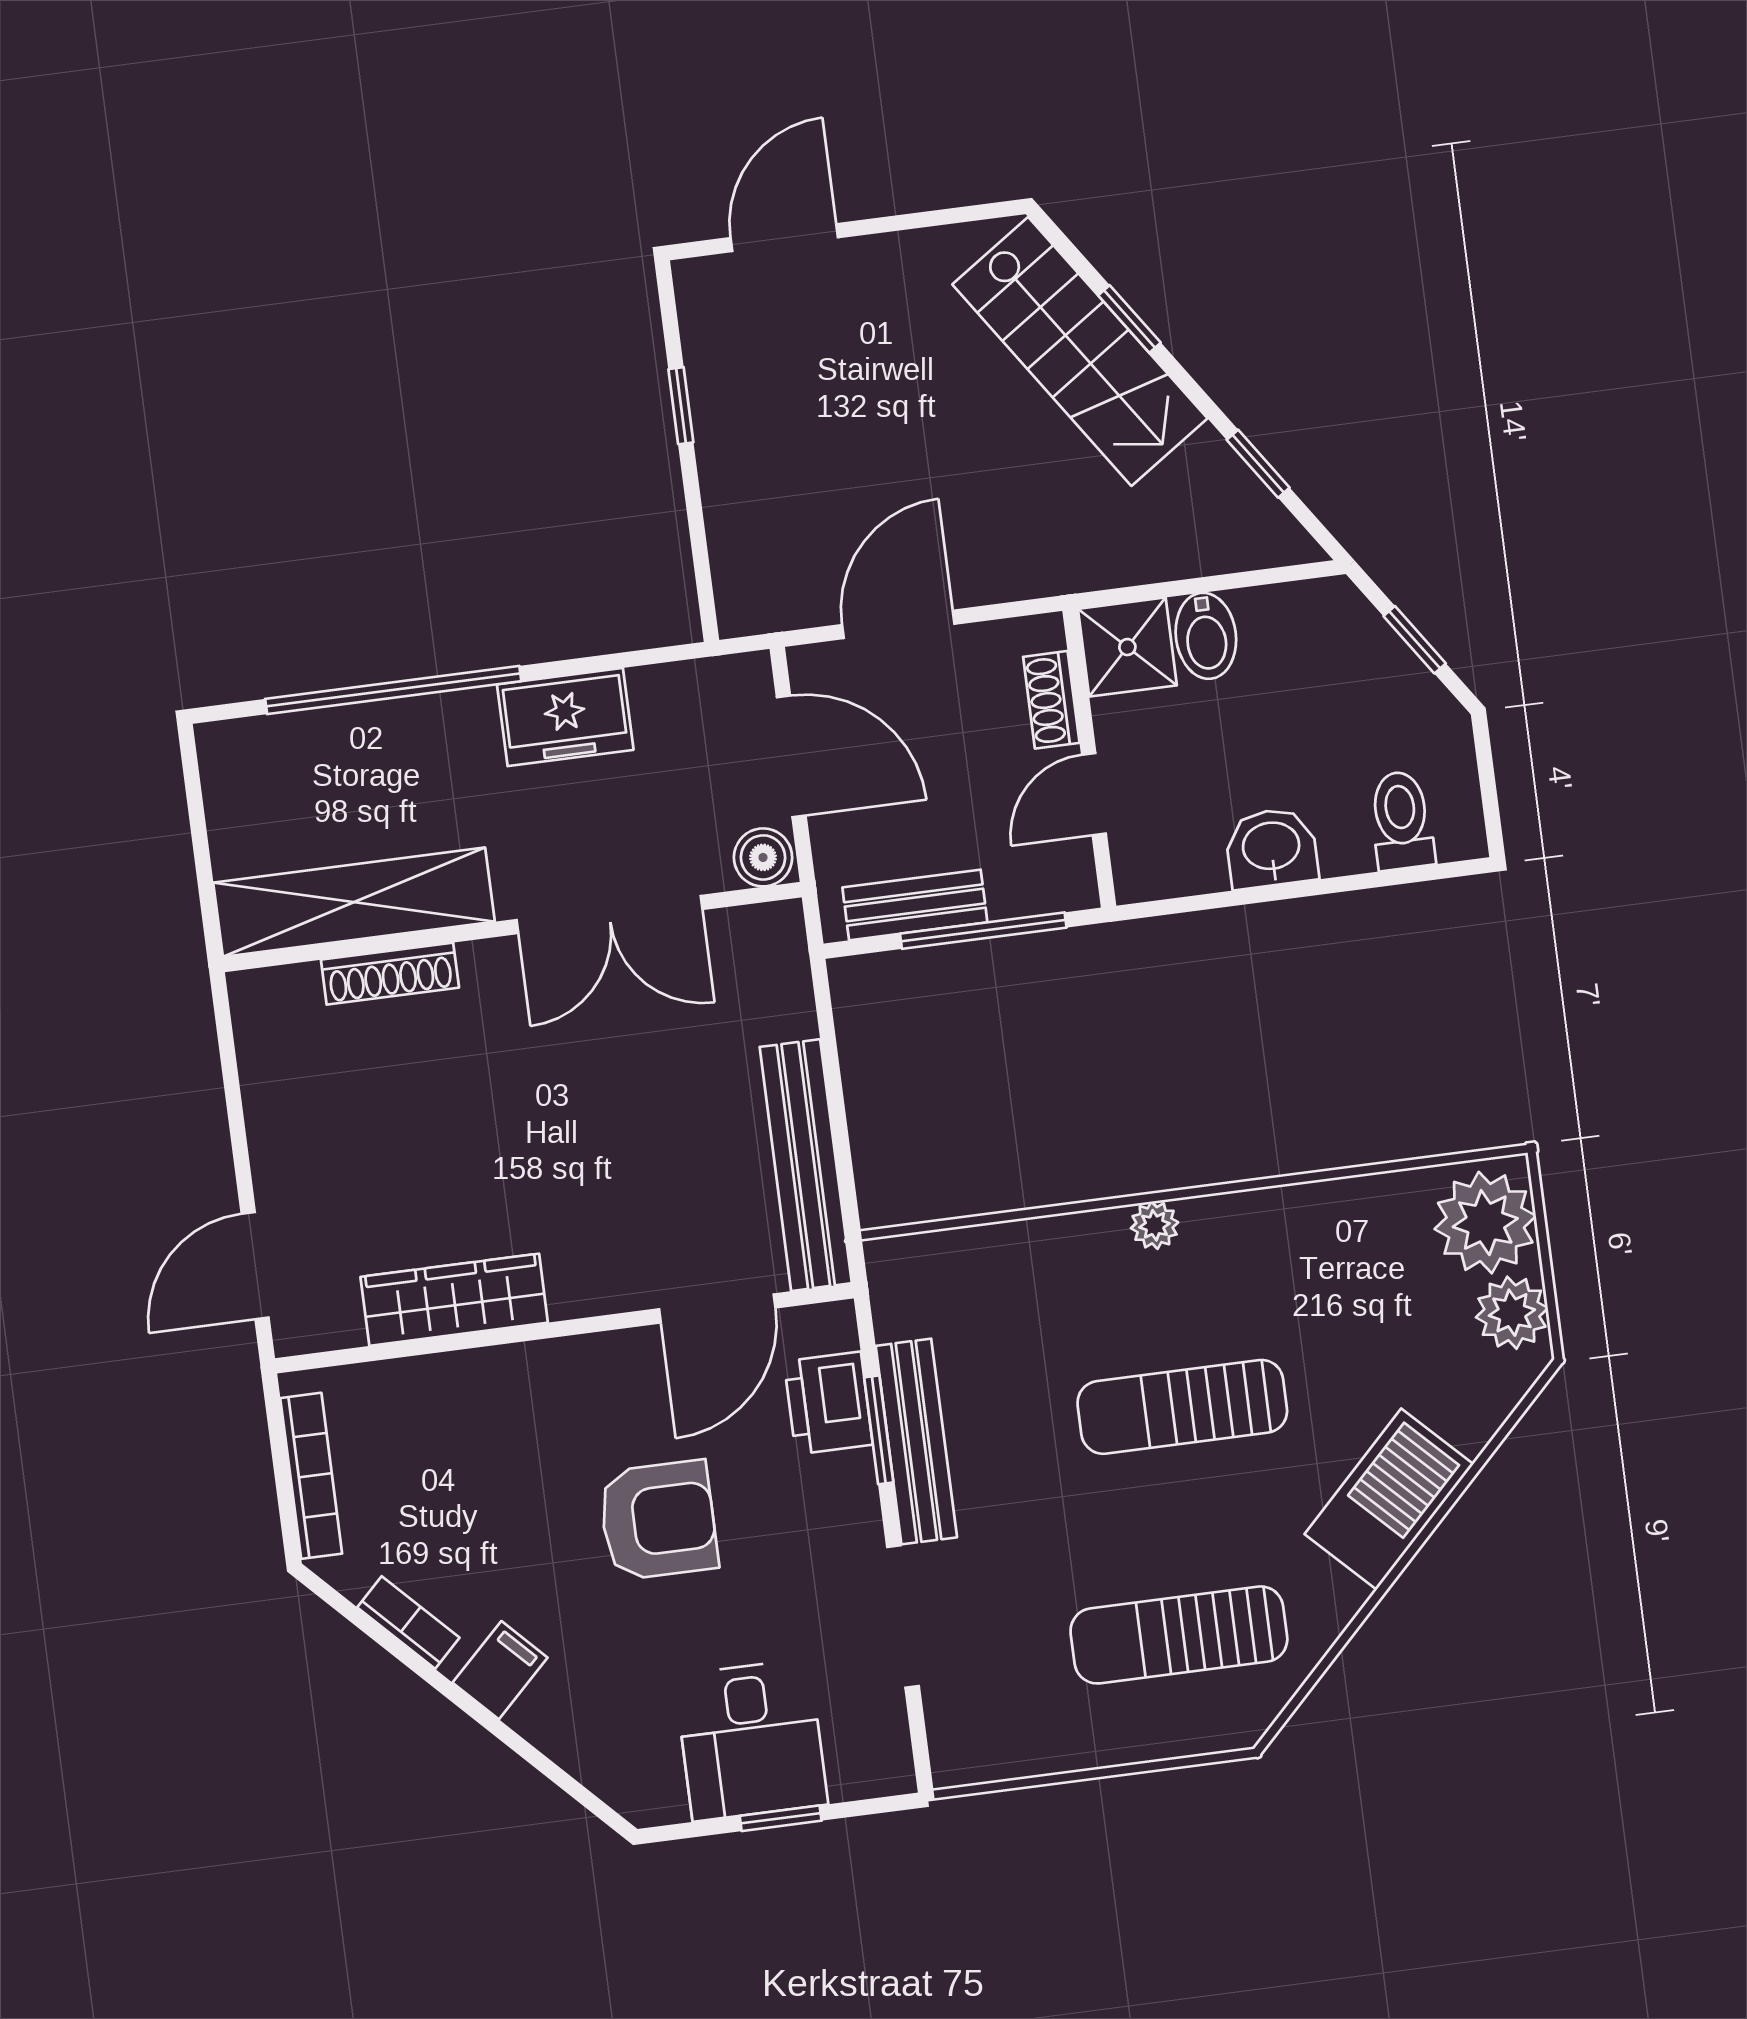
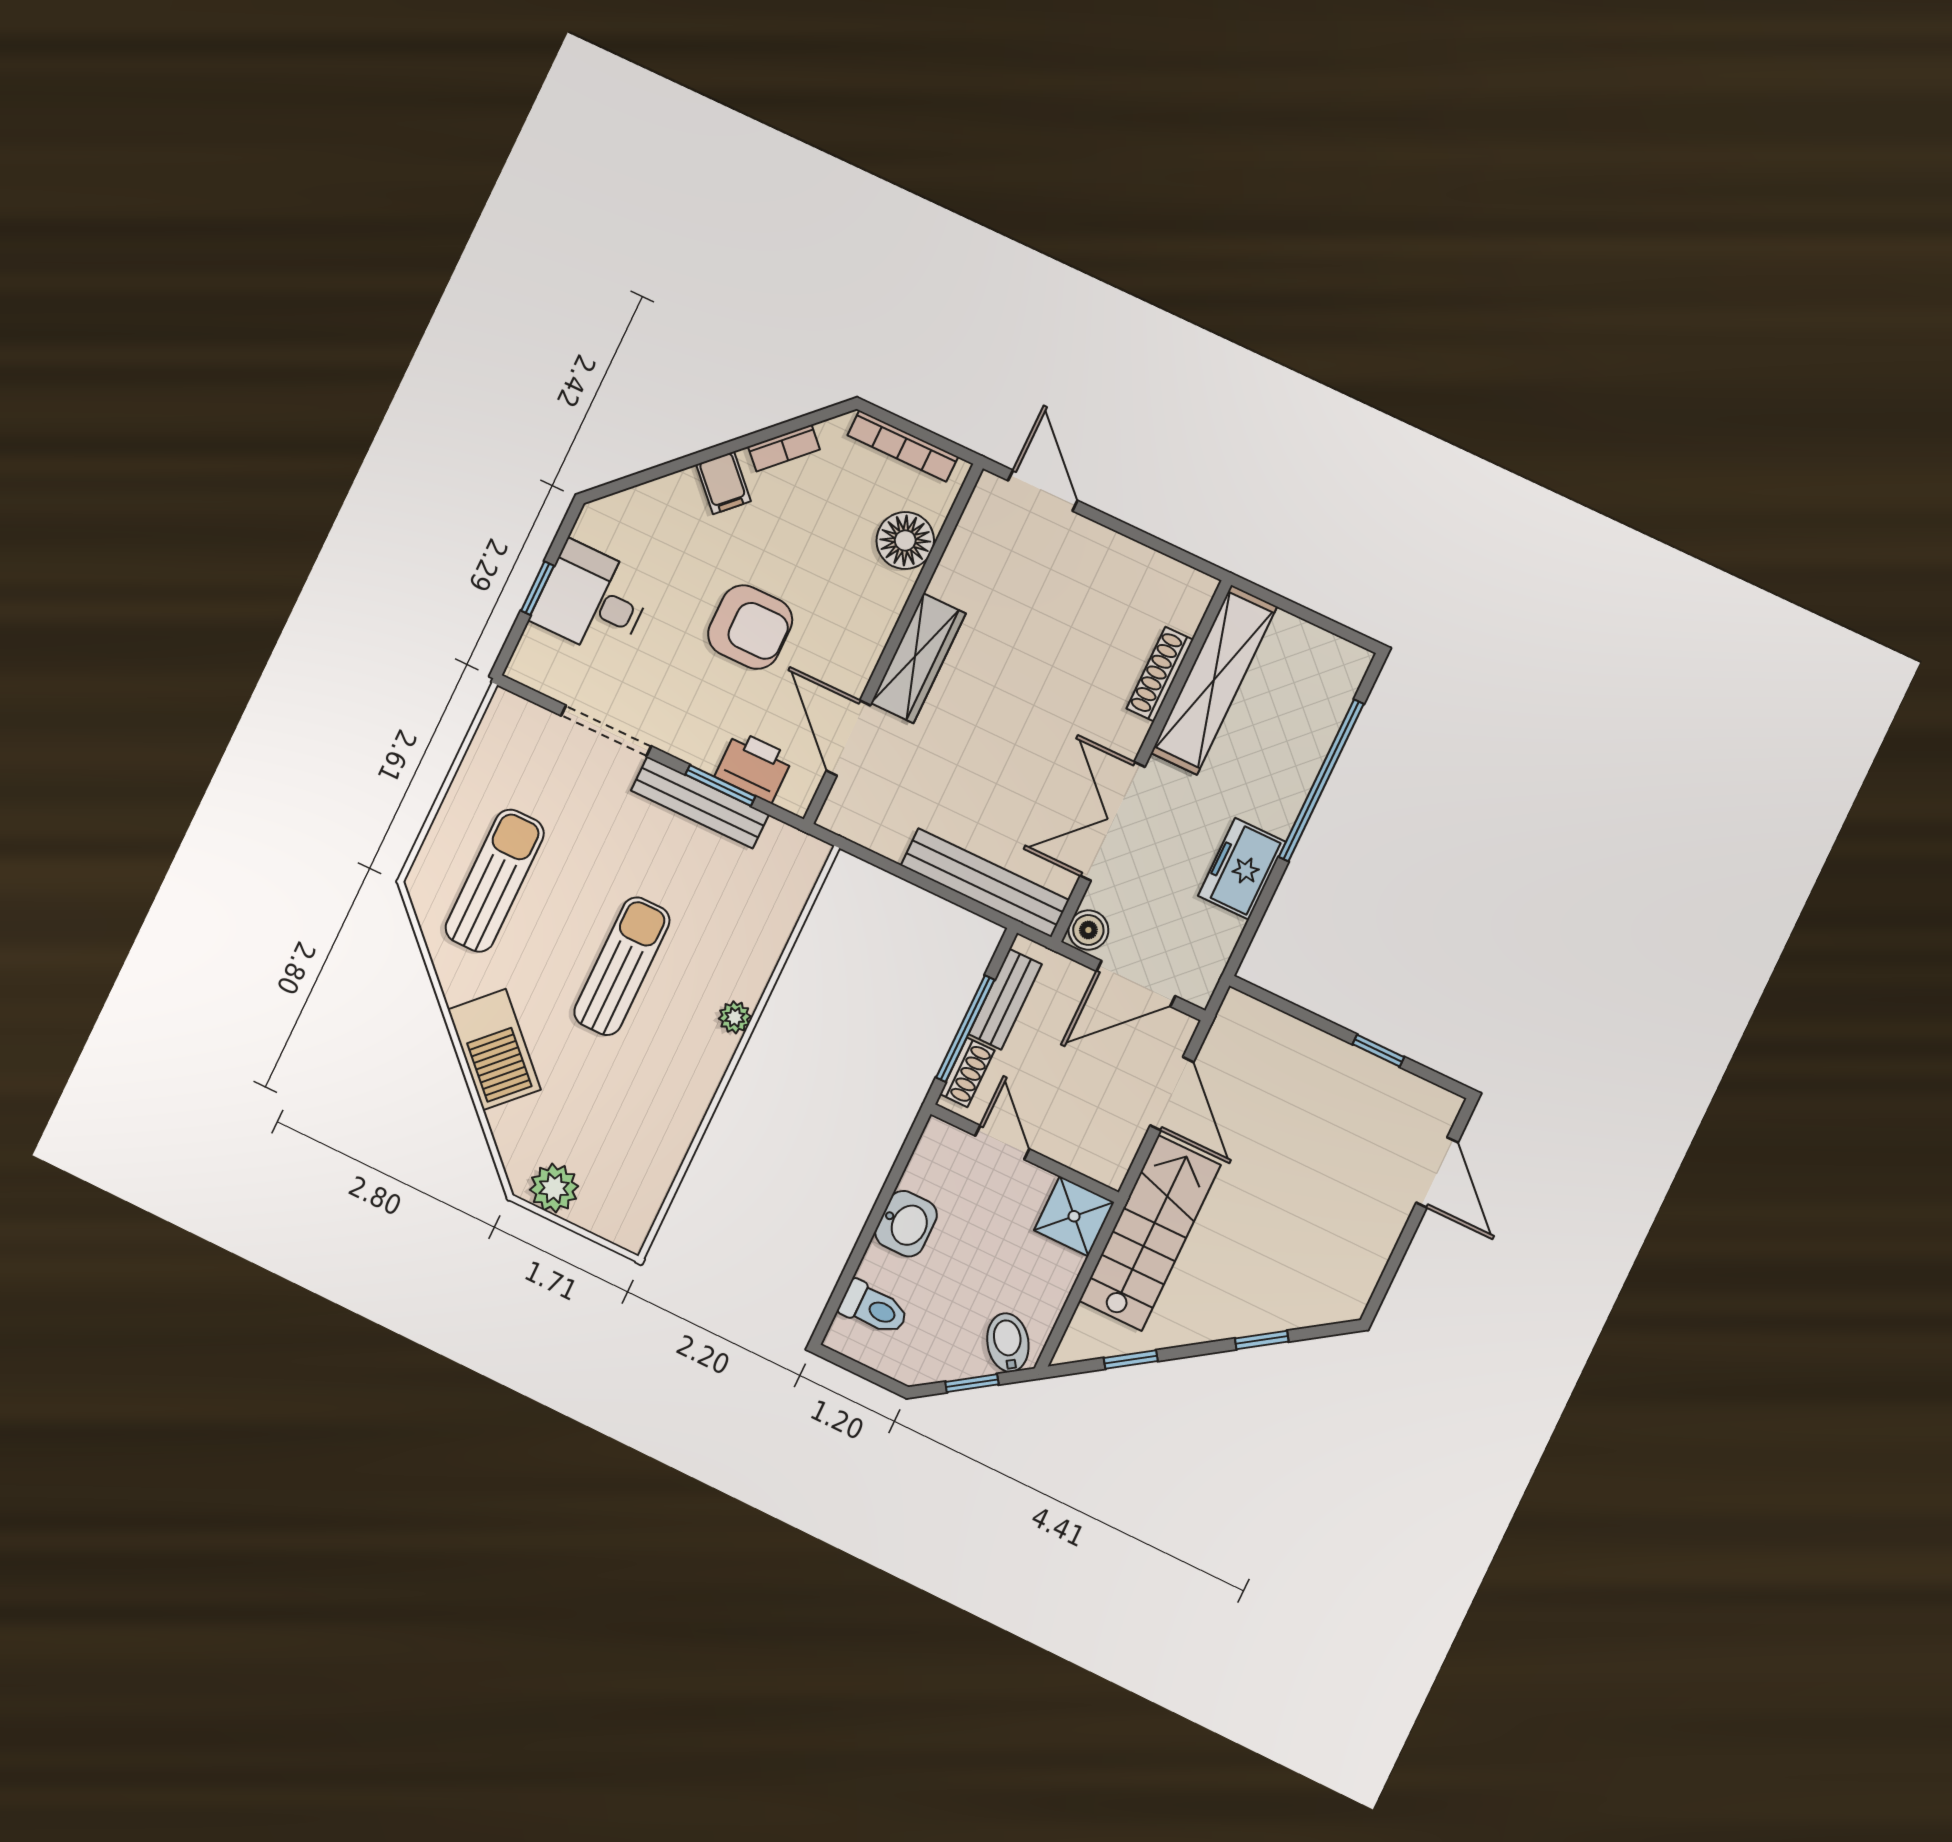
stairs: (1080, 351) -> (1150, 1233), moved, turned 124
bidet: (1206, 636) -> (1008, 1343), moved, turned 56
shoe rack: (1051, 700) -> (967, 1072), moved, turned 90
bench: (806, 1165) -> (985, 883), moved
plant: (1485, 1223) -> (615, 1206), removed
wardrobe: (454, 1300) -> (918, 658), moved
floor lamp: (427, 1397) -> (905, 540), added
armchair: (658, 1520) -> (750, 627), turned -90

